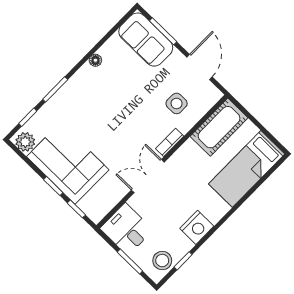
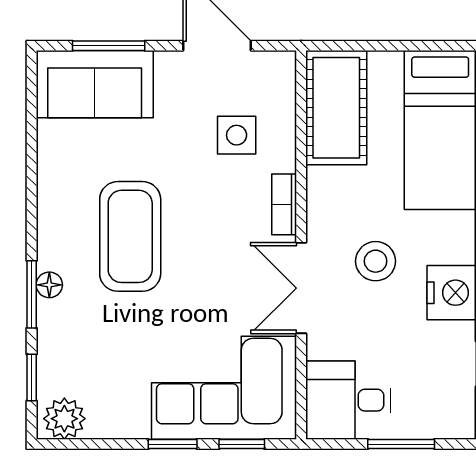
floor lamp: (95, 60) -> (49, 285), moved
coffee table: (107, 102) -> (130, 236), added
corner sofa: (68, 163) -> (224, 388), moved
stool: (162, 261) -> (376, 261), moved

